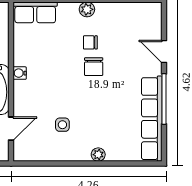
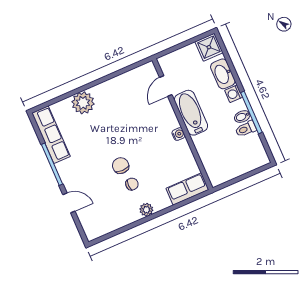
row of seats: (152, 119) -> (51, 135), width x0.73
side table: (62, 125) -> (125, 107), removed
plant: (98, 155) -> (83, 103), width x1.87, depth x1.87

